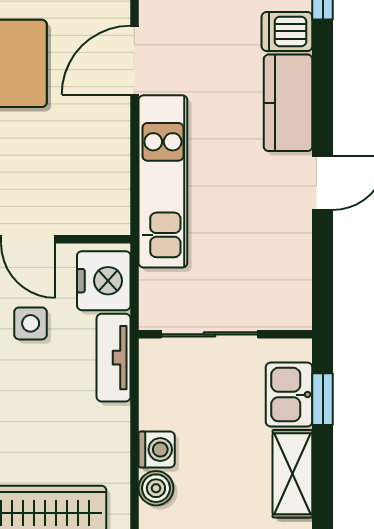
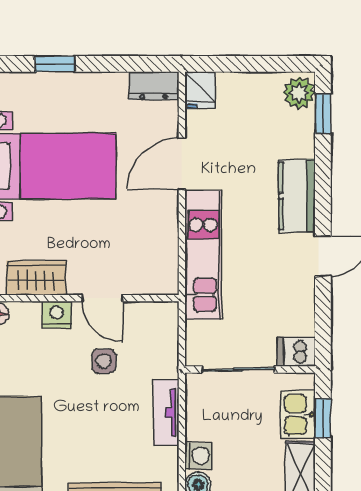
dishwasher: (287, 31) -> (296, 352), moved
nightstand: (104, 281) -> (159, 329), removed
tv unit: (114, 358) -> (166, 413), moved

